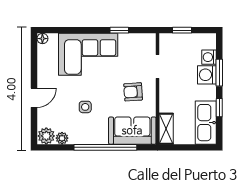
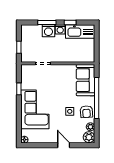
washing machine: (209, 57) -> (60, 29), moved
armchair: (133, 92) -> (86, 112), moved
shelving: (166, 129) -> (84, 58), removed

